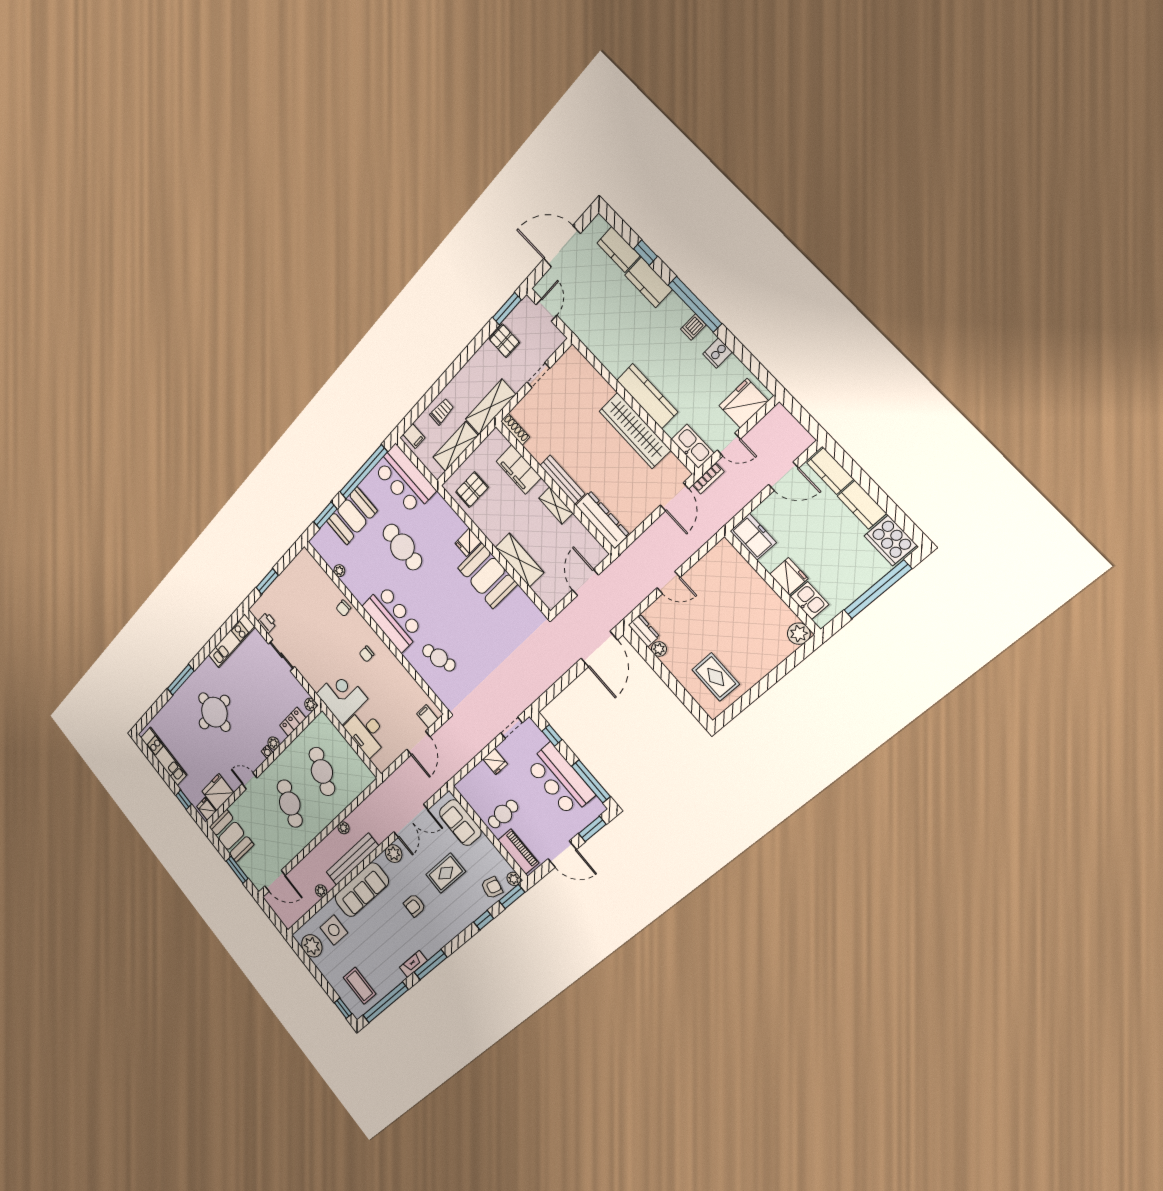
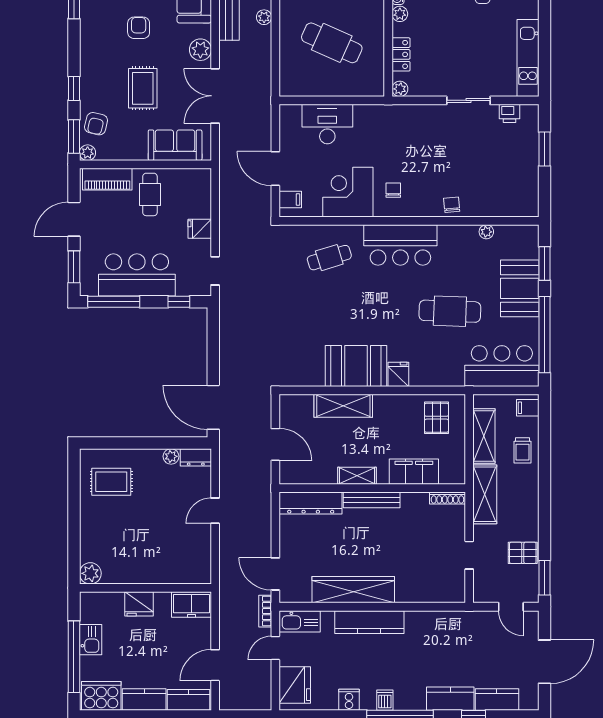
kitchen sink: (810, 601) -> (91, 640), moved, turned -90
corner desk: (342, 696) -> (348, 192), moved, turned 180

